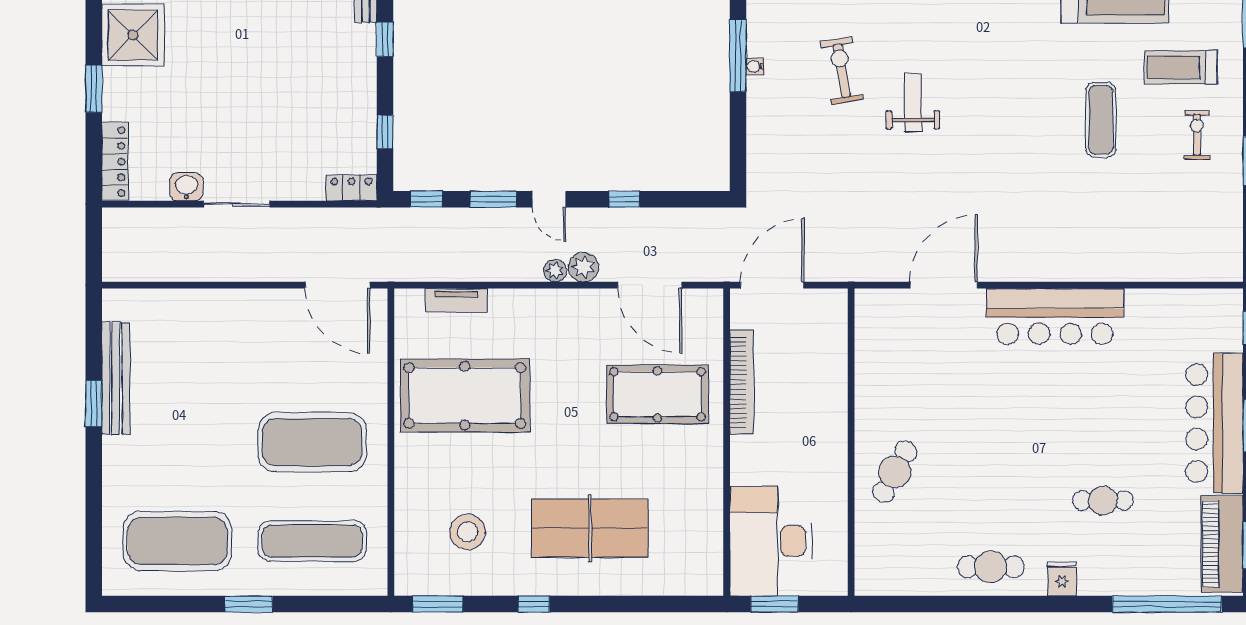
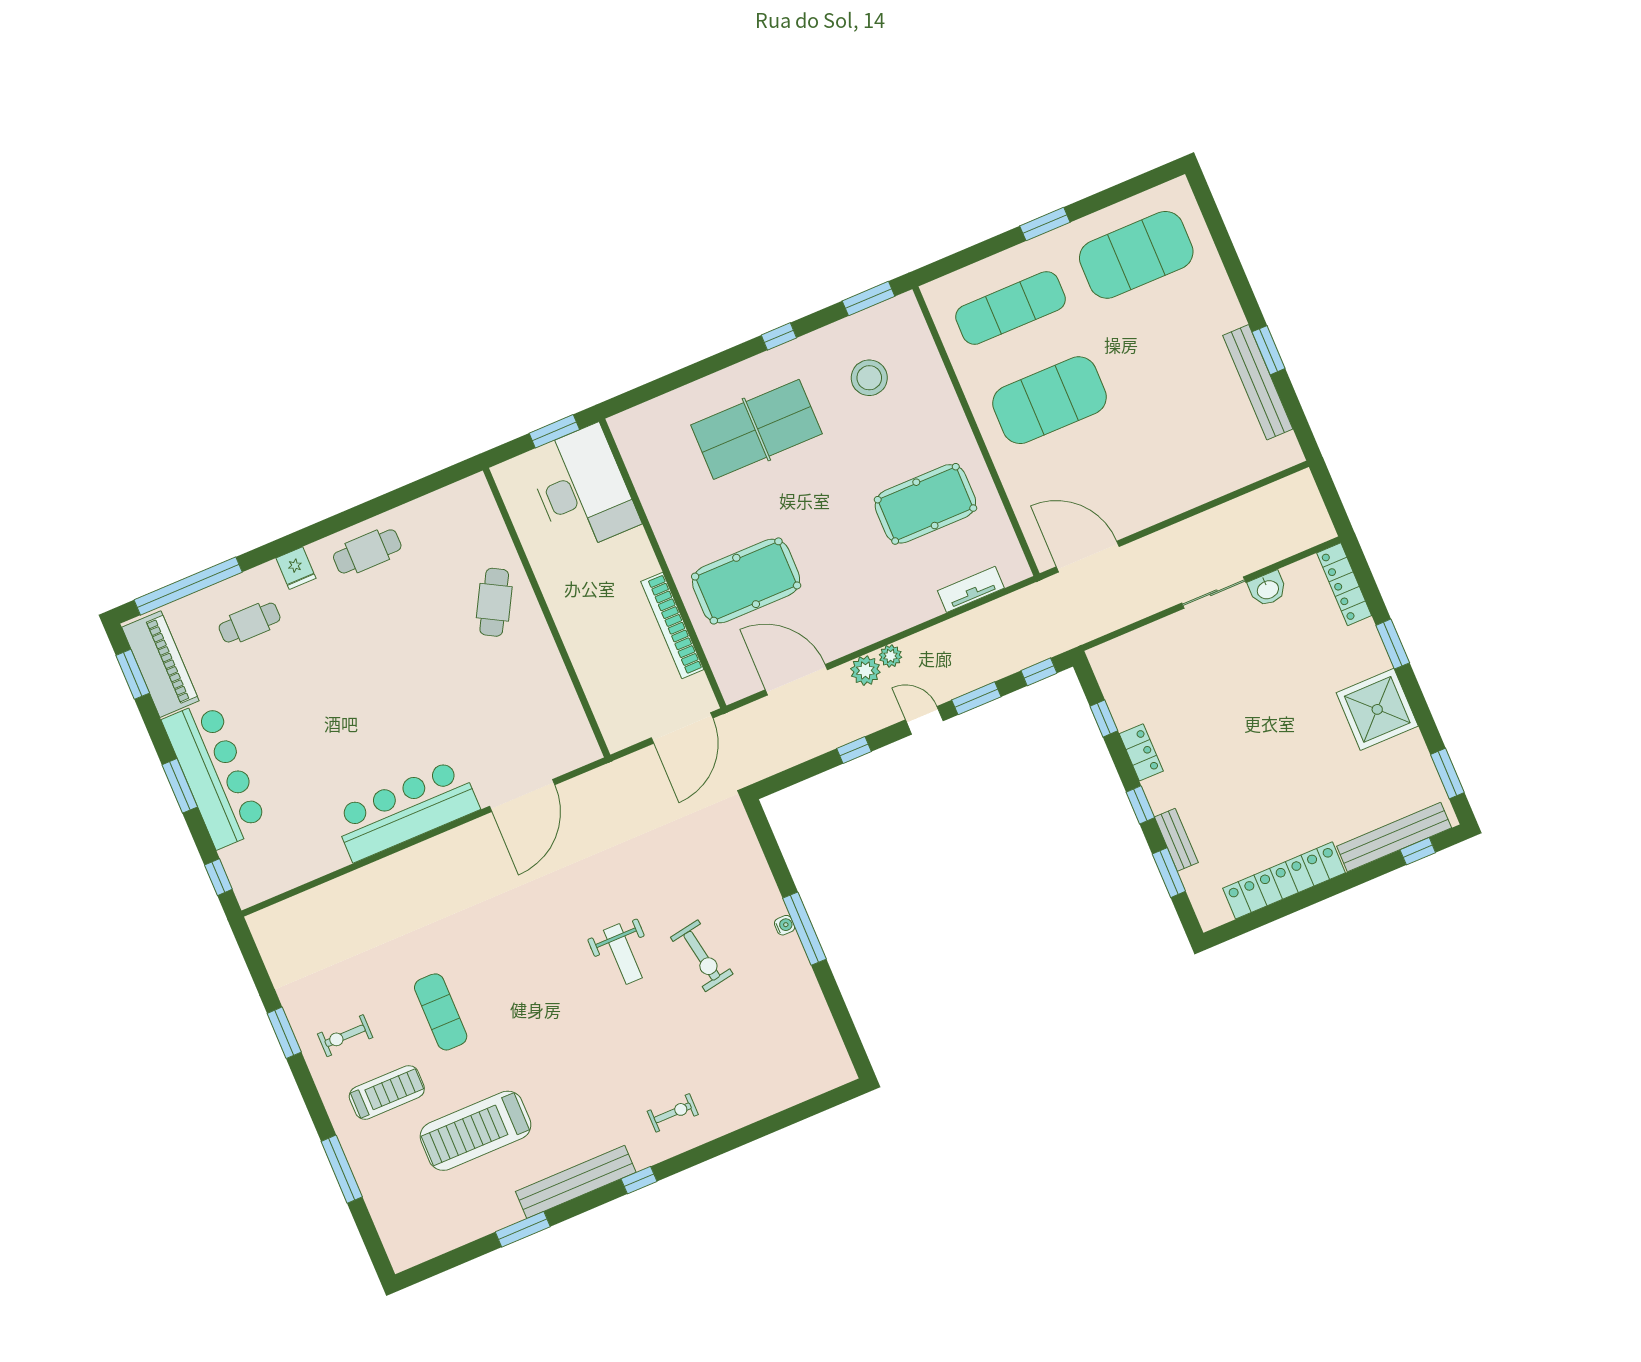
exercise bike: (1197, 135) -> (345, 1036), turned 90
locker: (351, 188) -> (1141, 752), moved, turned -90
pool table: (465, 396) -> (925, 504), width x0.73, depth x0.76
cafe table: (1103, 501) -> (250, 623), moved

